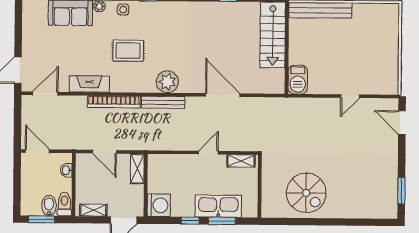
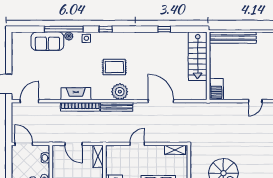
rug: (128, 51) -> (114, 67), moved
fireplace: (89, 84) -> (76, 94), moved
door: (208, 153) -> (137, 144), moved

